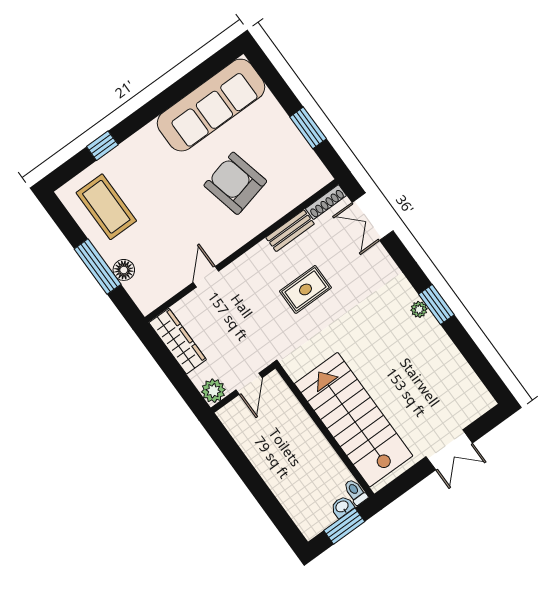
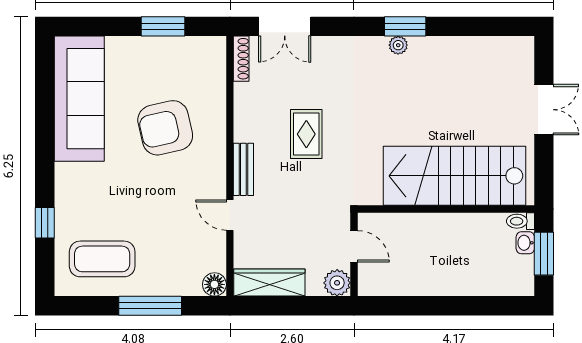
bench: (290, 231) -> (243, 169), moved
floor lamp: (124, 270) -> (214, 284), moved

